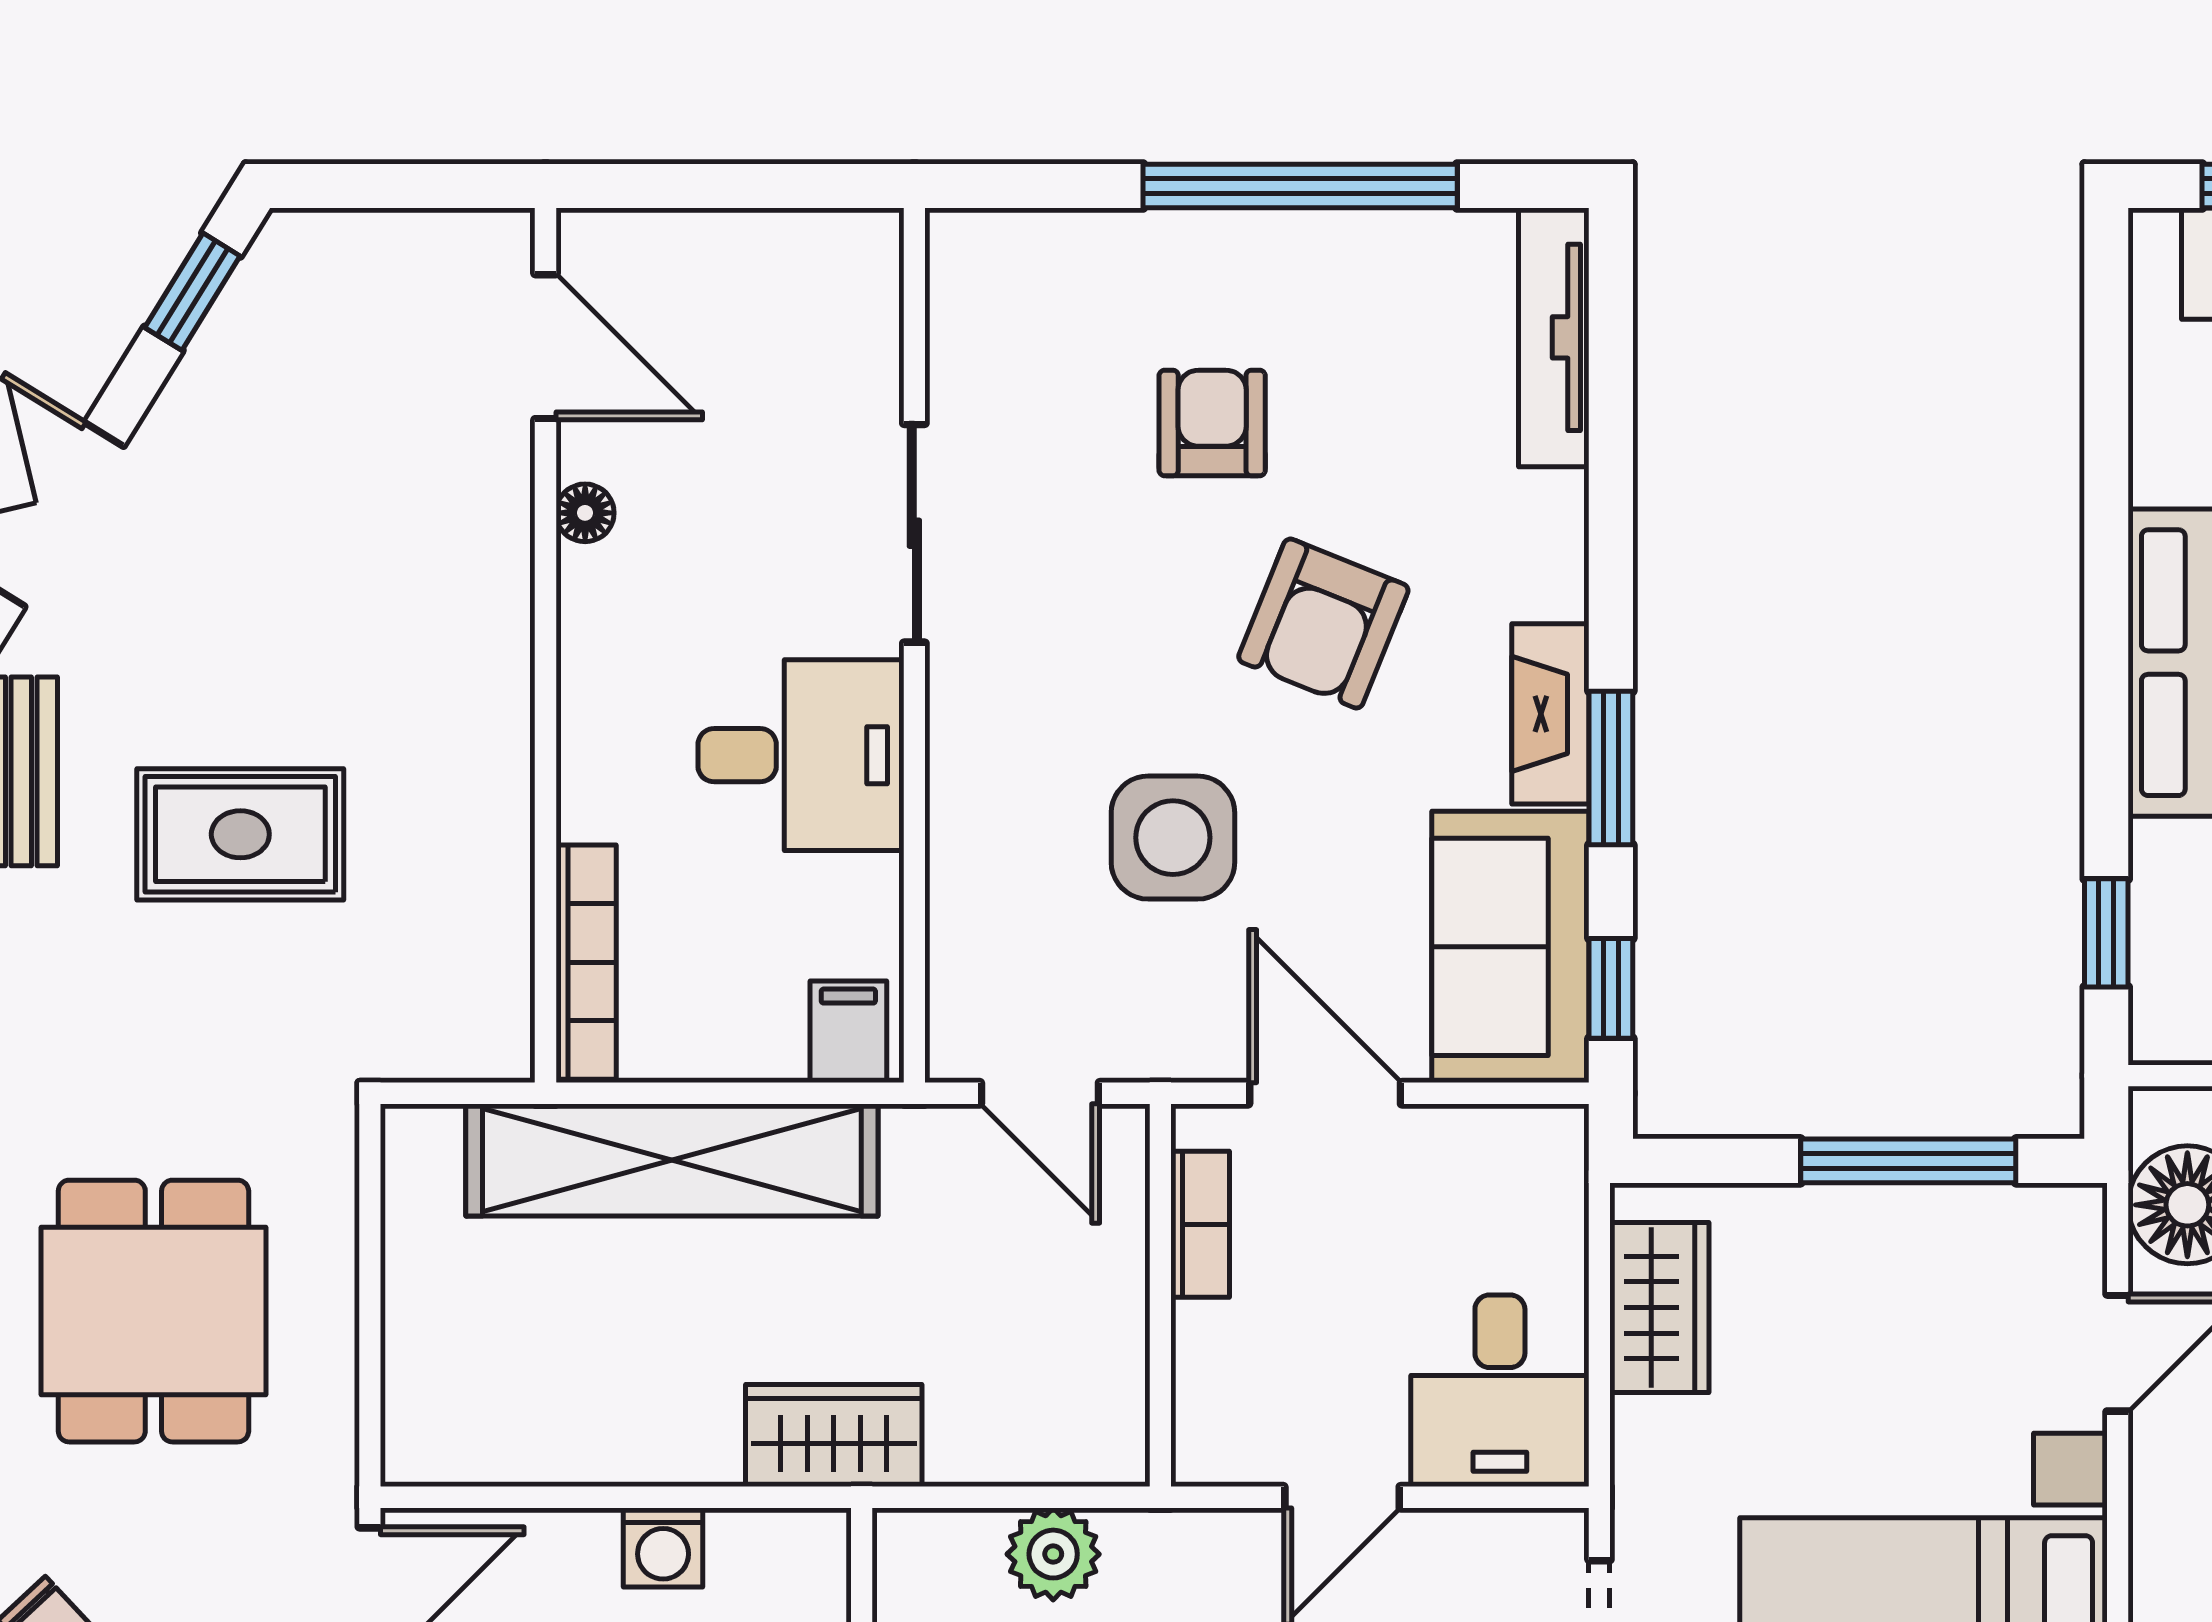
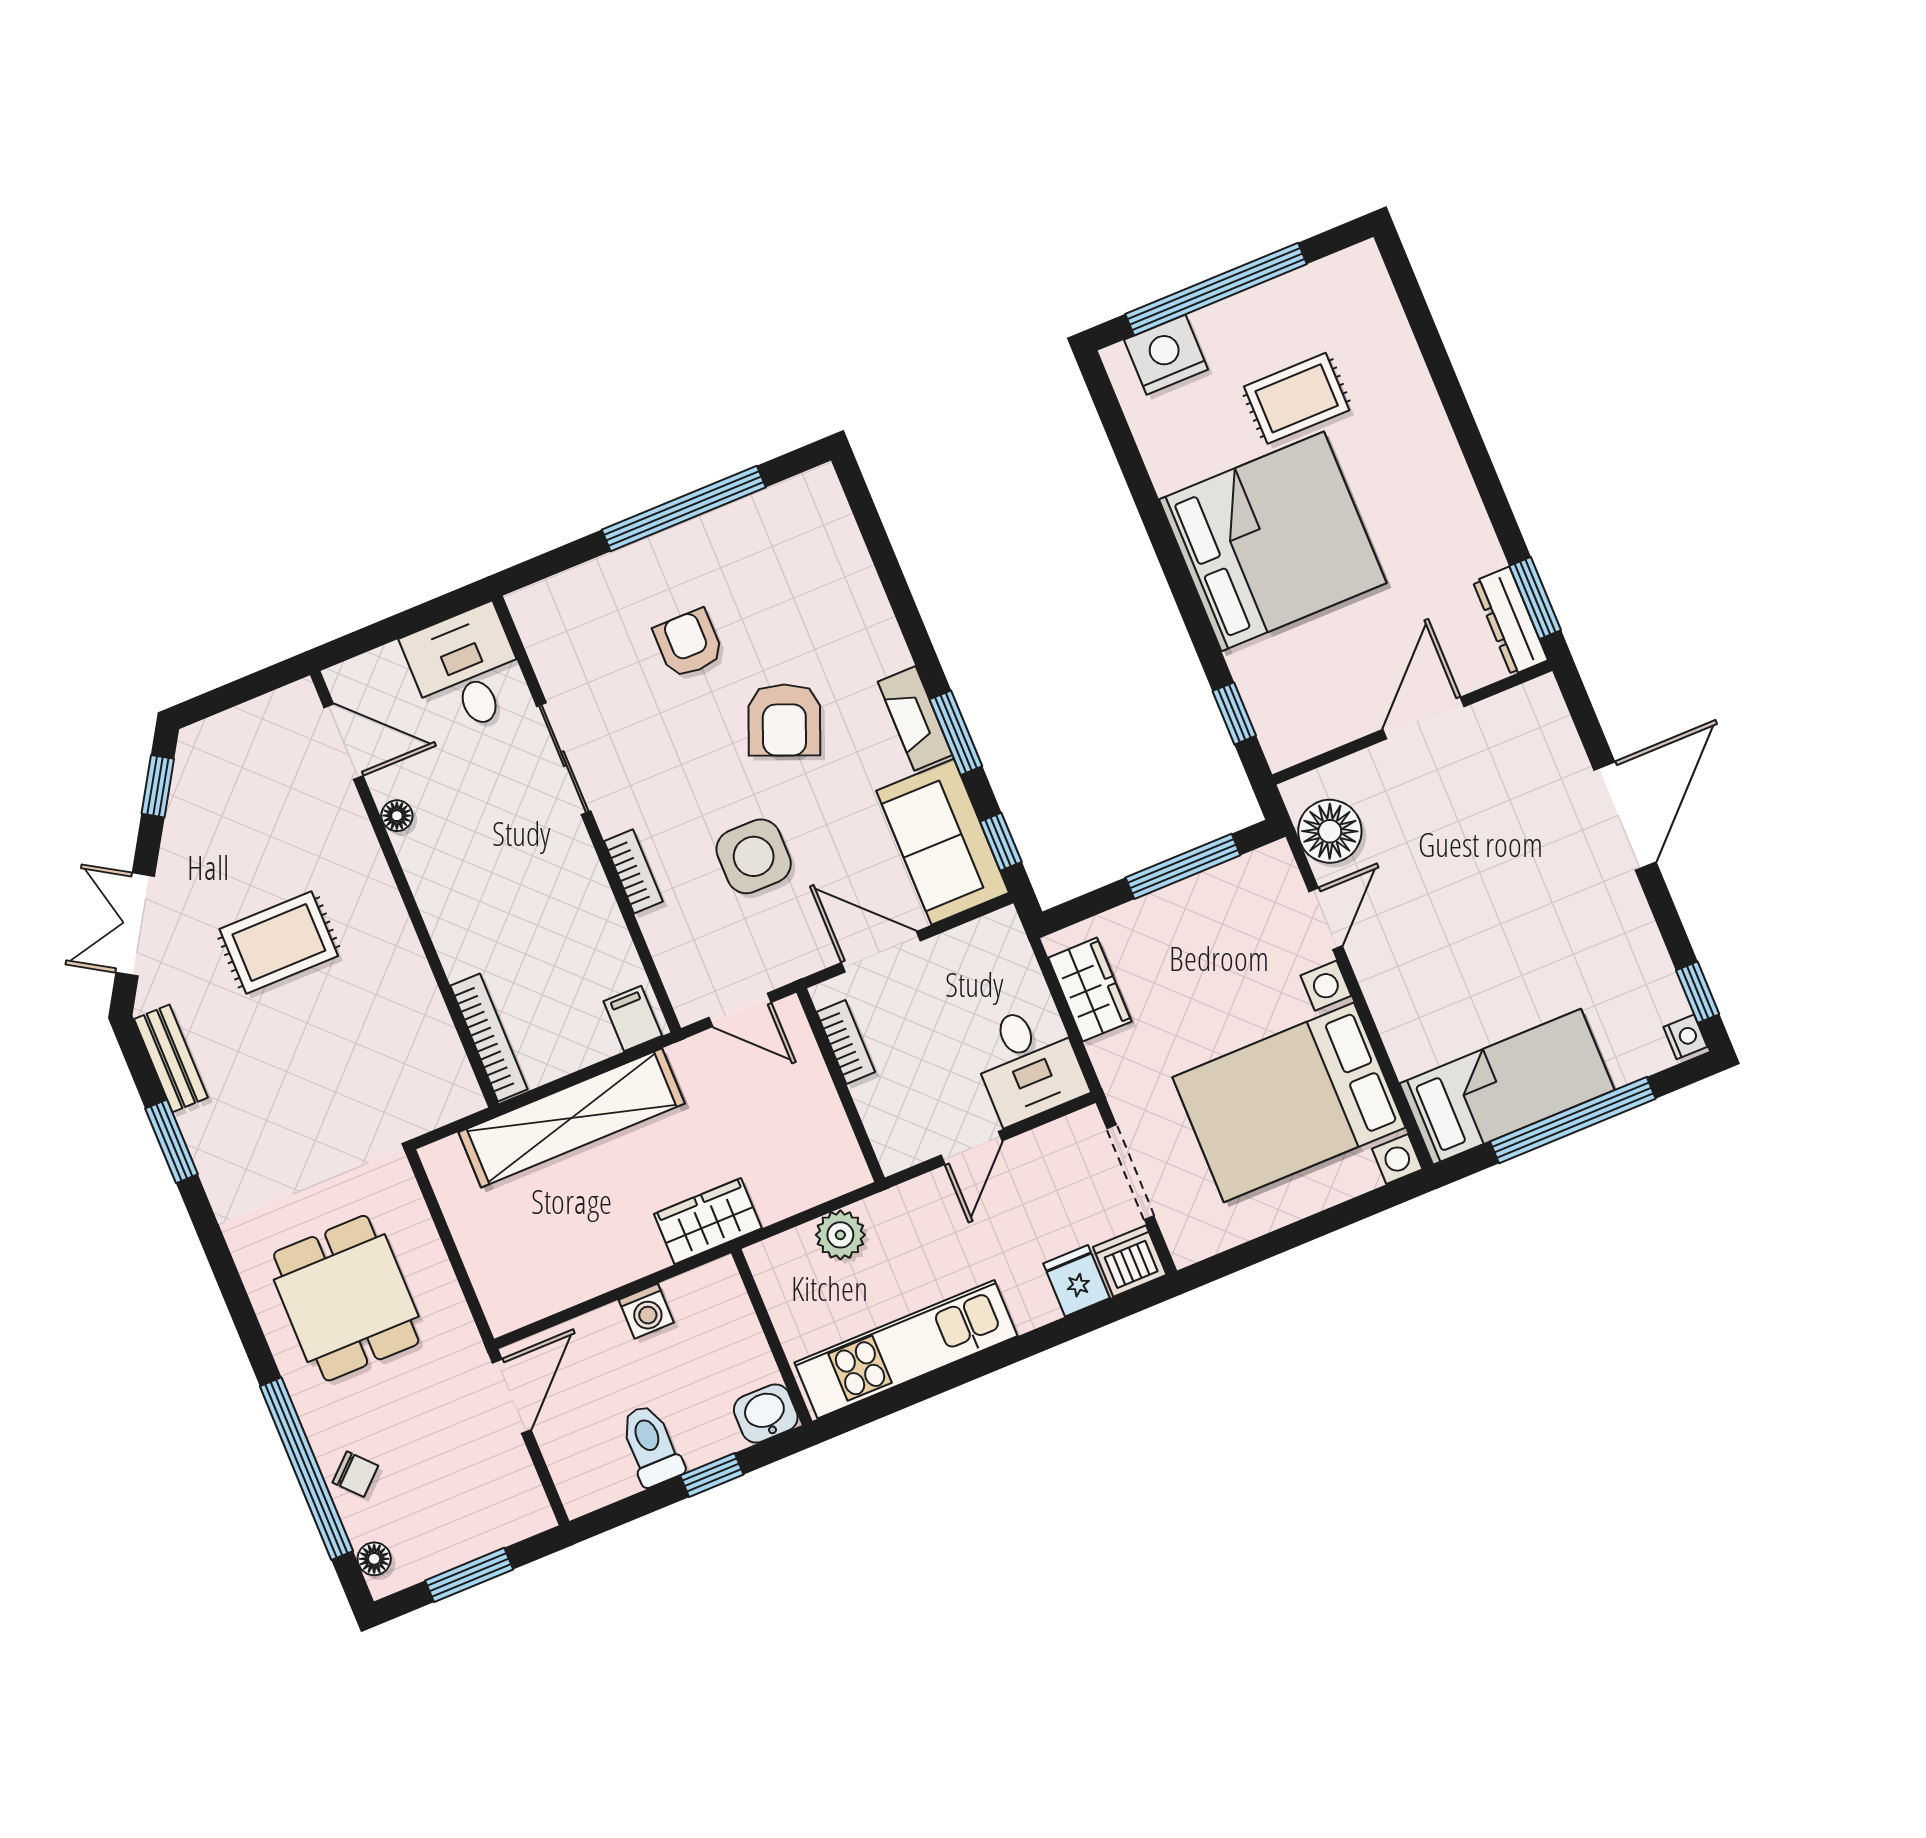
tv unit: (1554, 337) -> (840, 532), removed
desk: (801, 755) -> (466, 670), moved, turned -90
bookcase: (954, 778) -> (633, 871), added
rug: (240, 834) -> (279, 942), moved

